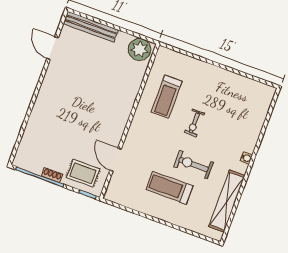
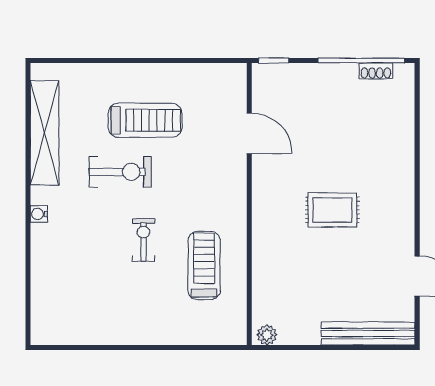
plant: (139, 49) -> (267, 335), width x0.53, depth x0.53
rug: (83, 173) -> (332, 210), moved
shoe rack: (52, 175) -> (376, 71), moved

